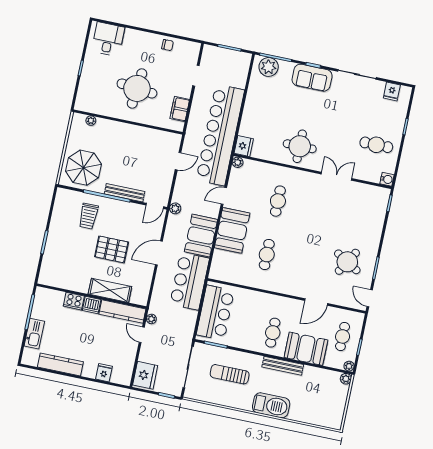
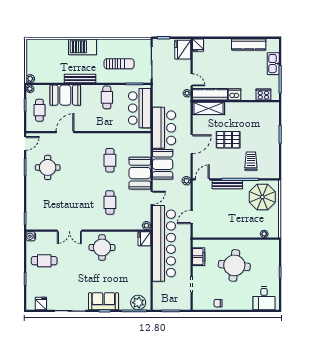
round table: (347, 262) -> (48, 167), turned -31
shelving: (110, 290) -> (209, 108), moved
door: (370, 298) -> (25, 143), hinge flipped
cooker: (74, 301) -> (263, 94), moved
cafe table: (273, 333) -> (107, 97), moved
fridge: (104, 373) -> (198, 45), moved

